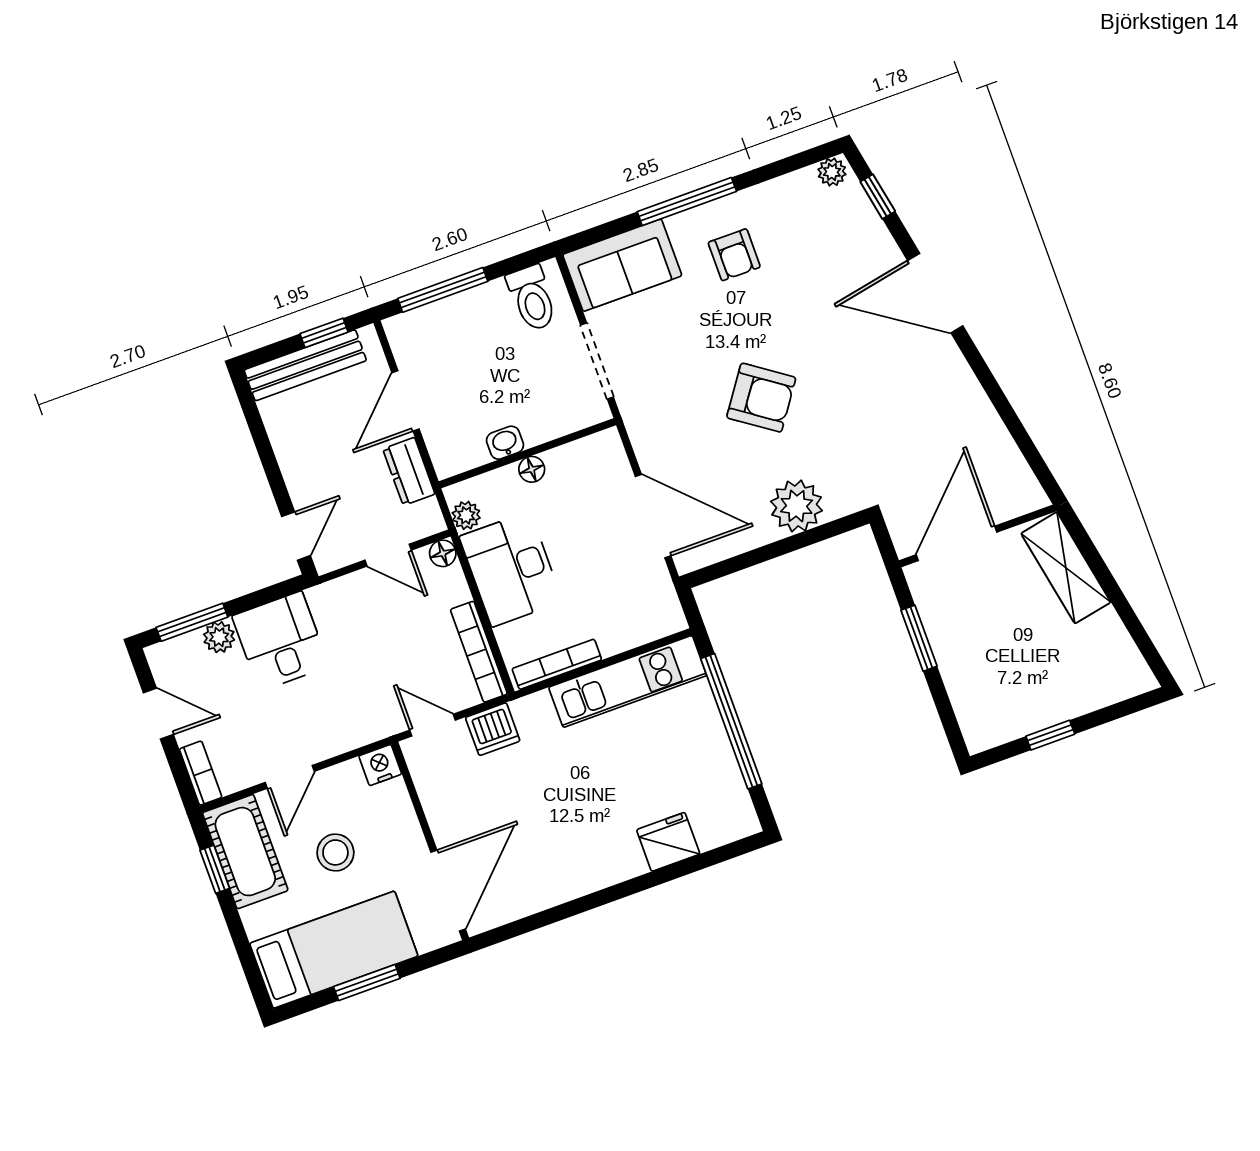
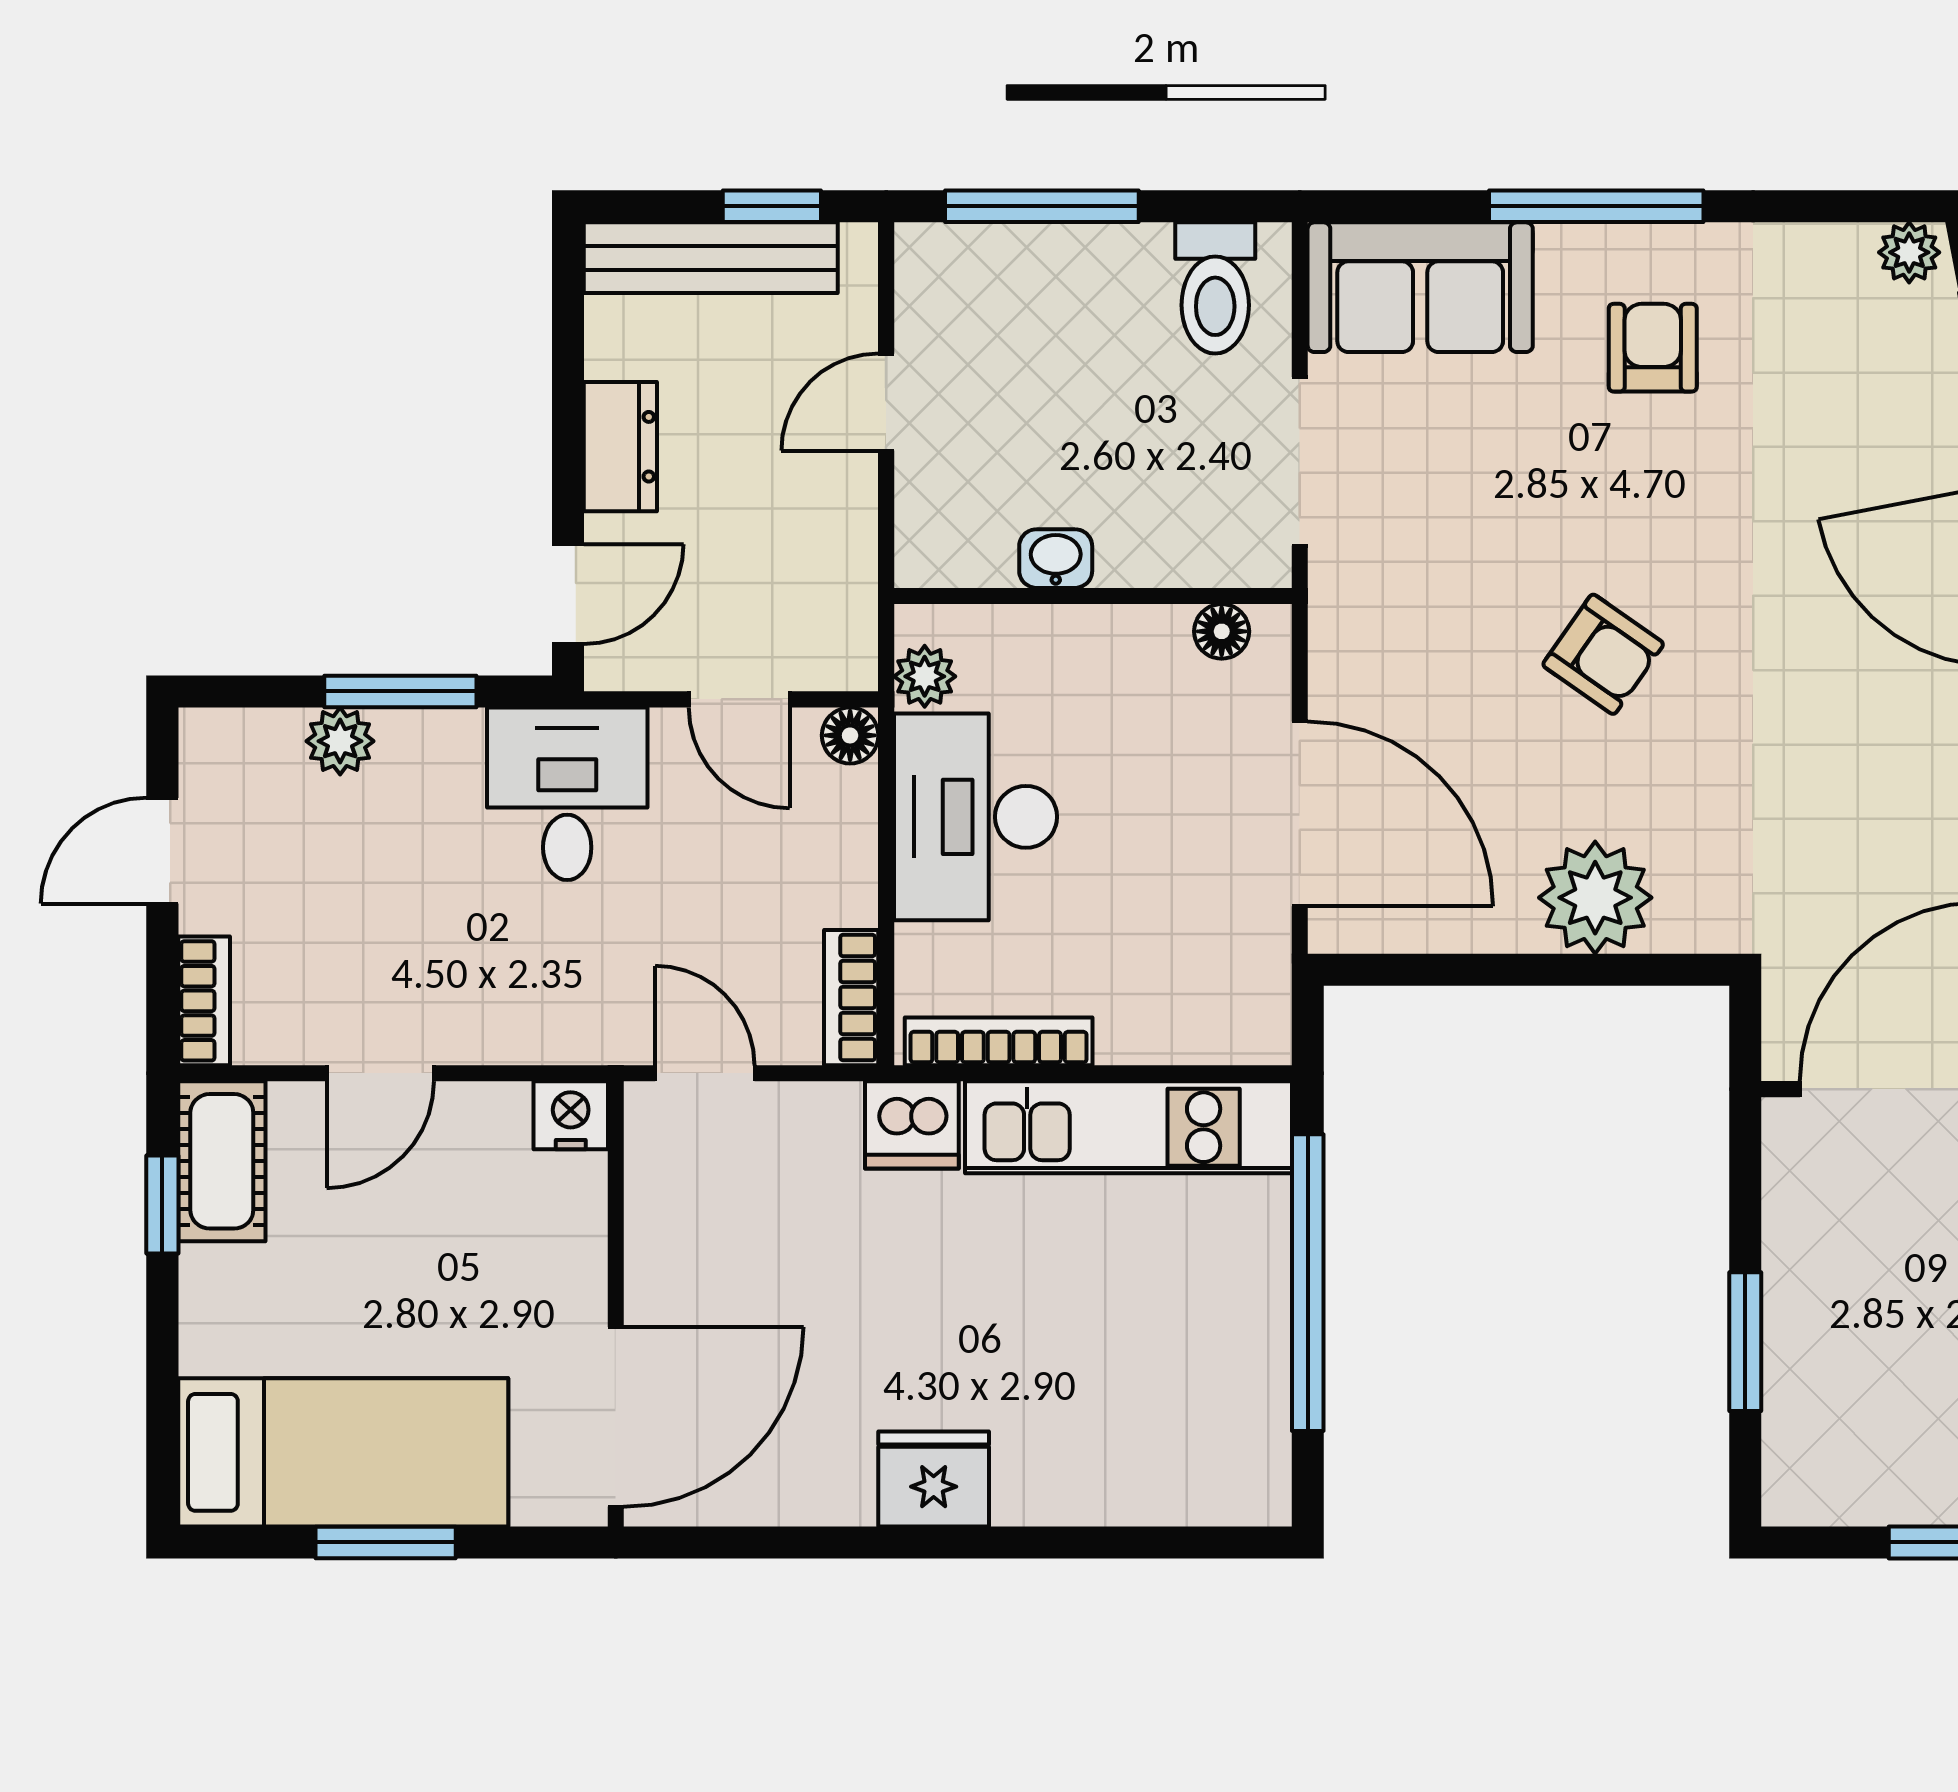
armchair: (734, 255) -> (1653, 348), turned 180
armchair: (761, 398) -> (1603, 654), width x0.72, depth x0.72
door: (405, 401) -> (886, 402), width x0.73
floor lamp: (532, 469) -> (1222, 631), moved
dresser: (409, 471) -> (620, 447), moved, turned 180
window: (192, 622) -> (400, 691), moved
window: (919, 638) -> (1745, 1342), moved
desk: (280, 641) -> (567, 794), moved
bookcase: (479, 652) -> (851, 998), width x0.64
door: (158, 714) -> (162, 851), swing flipped
dishwasher: (493, 729) -> (912, 1125), moved
fridge: (668, 842) -> (934, 1479), moved
cot: (245, 852) -> (222, 1161), width x0.73, depth x0.75
stool: (335, 852) -> (417, 1258), removed

